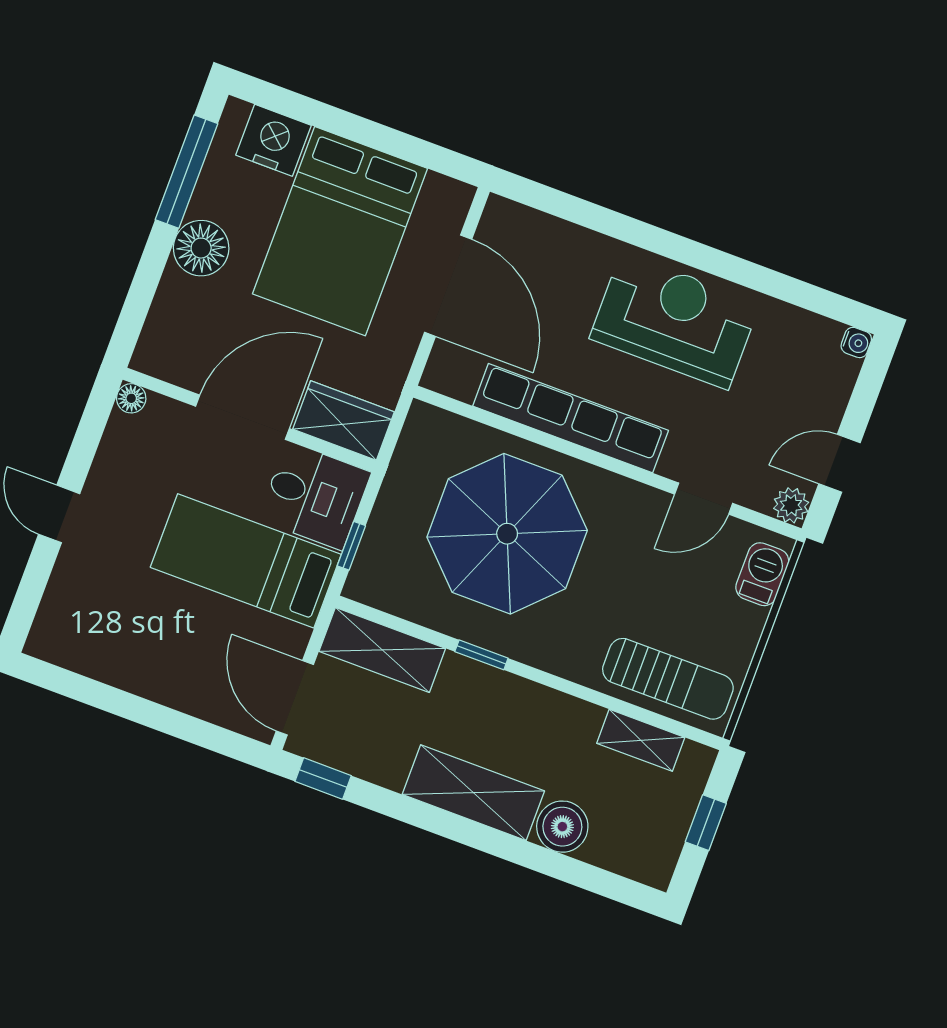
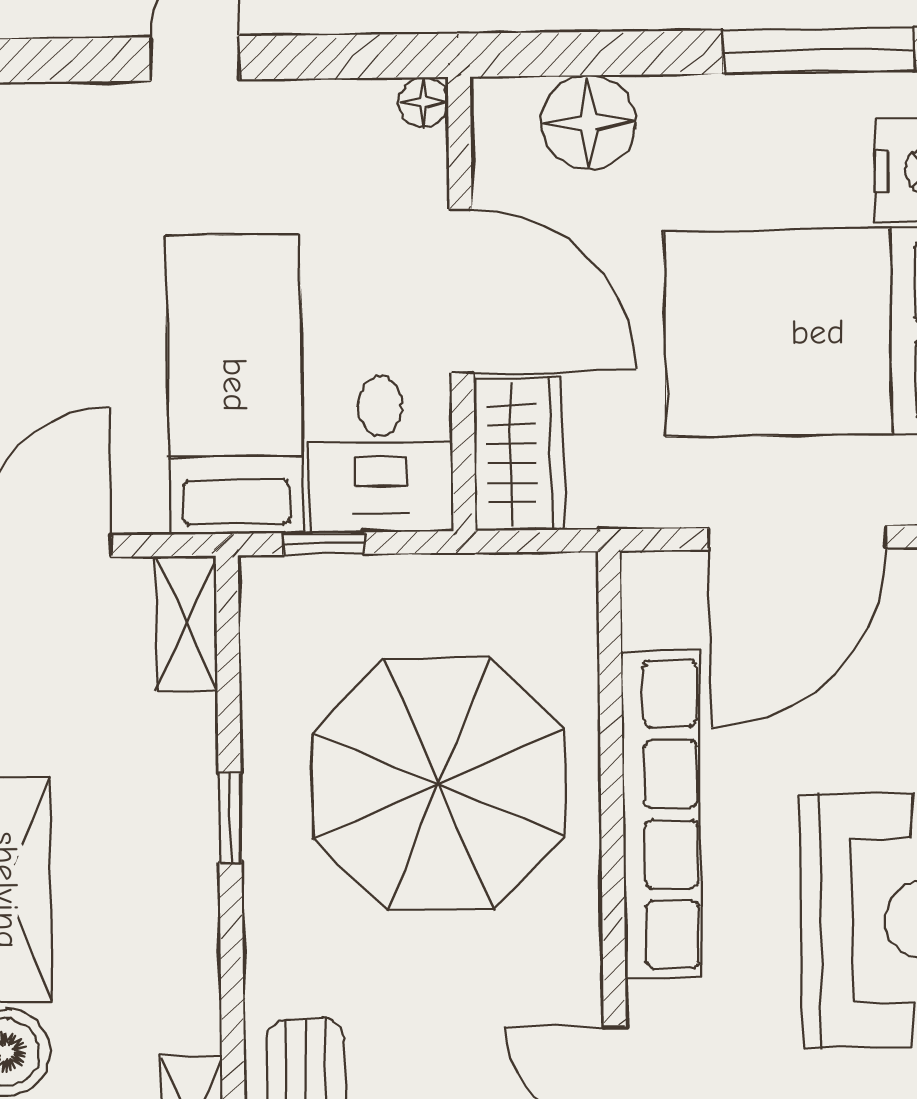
floor lamp: (201, 248) -> (589, 123), moved
shelving: (382, 650) -> (187, 623), width x0.67, depth x0.75

